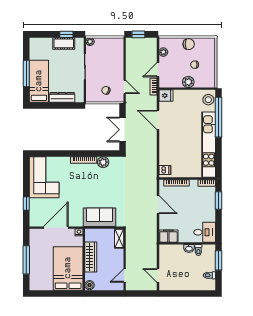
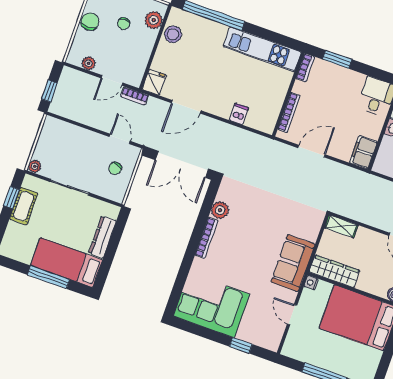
door: (158, 70) -> (112, 80), hinge flipped
plant: (188, 82) -> (154, 20), moved
door: (125, 87) -> (120, 139), hinge flipped
stool: (208, 100) -> (173, 34), moved
double door: (122, 130) -> (182, 164), width x1.37
kitchen unit: (209, 145) -> (262, 49), width x0.73
dishwasher: (165, 170) -> (239, 114), moved
sofa: (99, 217) -> (293, 263), moved
door: (56, 228) -> (292, 315), width x0.53
wardrobe: (91, 257) -> (334, 271), moved

